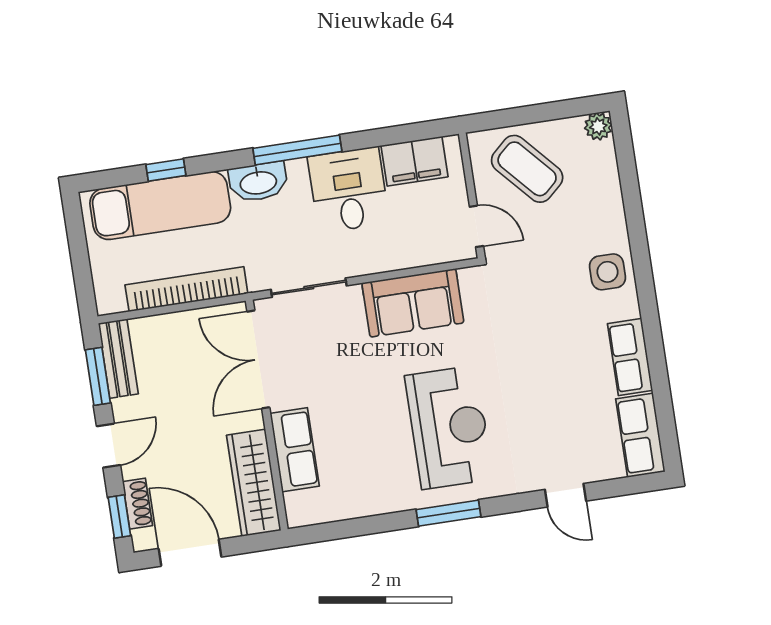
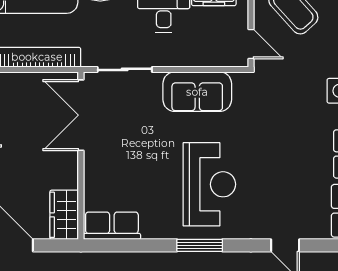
row of seats: (295, 450) -> (112, 226), moved, turned -90
wardrobe: (254, 483) -> (64, 215), width x0.67

